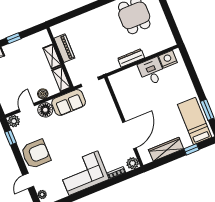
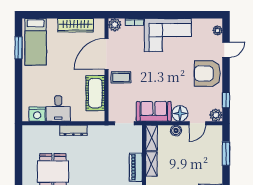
cot: (125, 98) -> (95, 93), added
coffee table: (109, 120) -> (121, 77), added
window: (192, 149) -> (50, 15), removed

